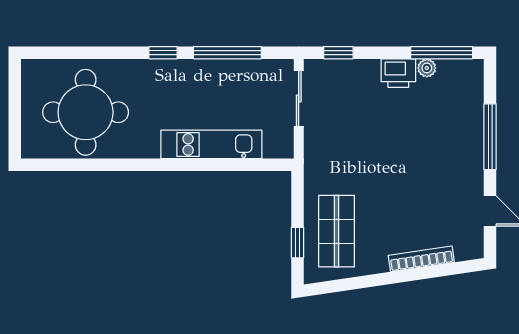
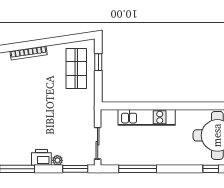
window: (163, 53) -> (211, 169), moved
window: (338, 53) -> (75, 169), width x1.50
plant: (427, 68) -> (57, 160), moved

